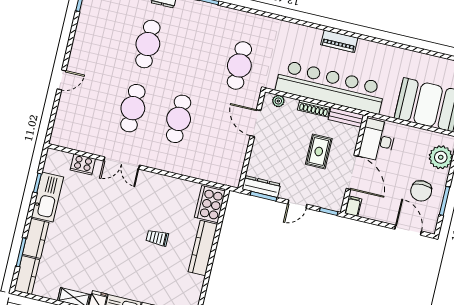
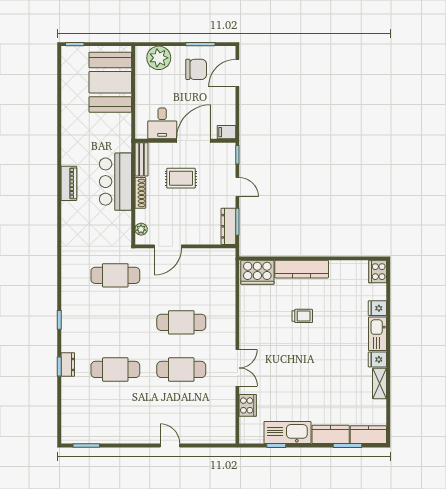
bar counter: (330, 87) -> (115, 182), width x0.54
desk: (378, 140) -> (162, 123), width x0.73
trolley: (157, 238) -> (302, 316), turned -90

